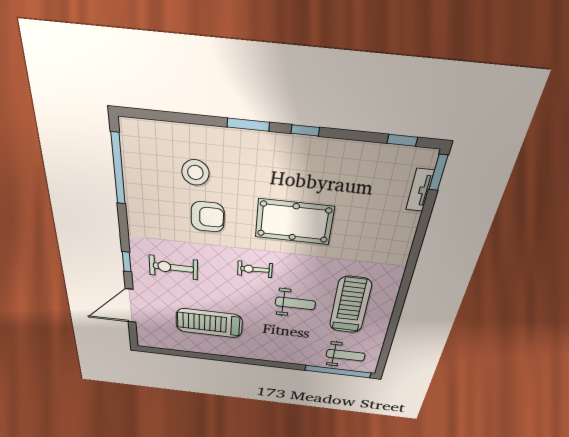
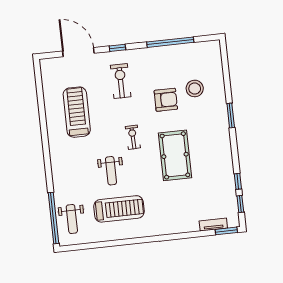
window: (305, 130) -> (238, 181), moved
window: (118, 169) -> (170, 42), moved
armchair: (208, 217) -> (166, 100), turned -90

